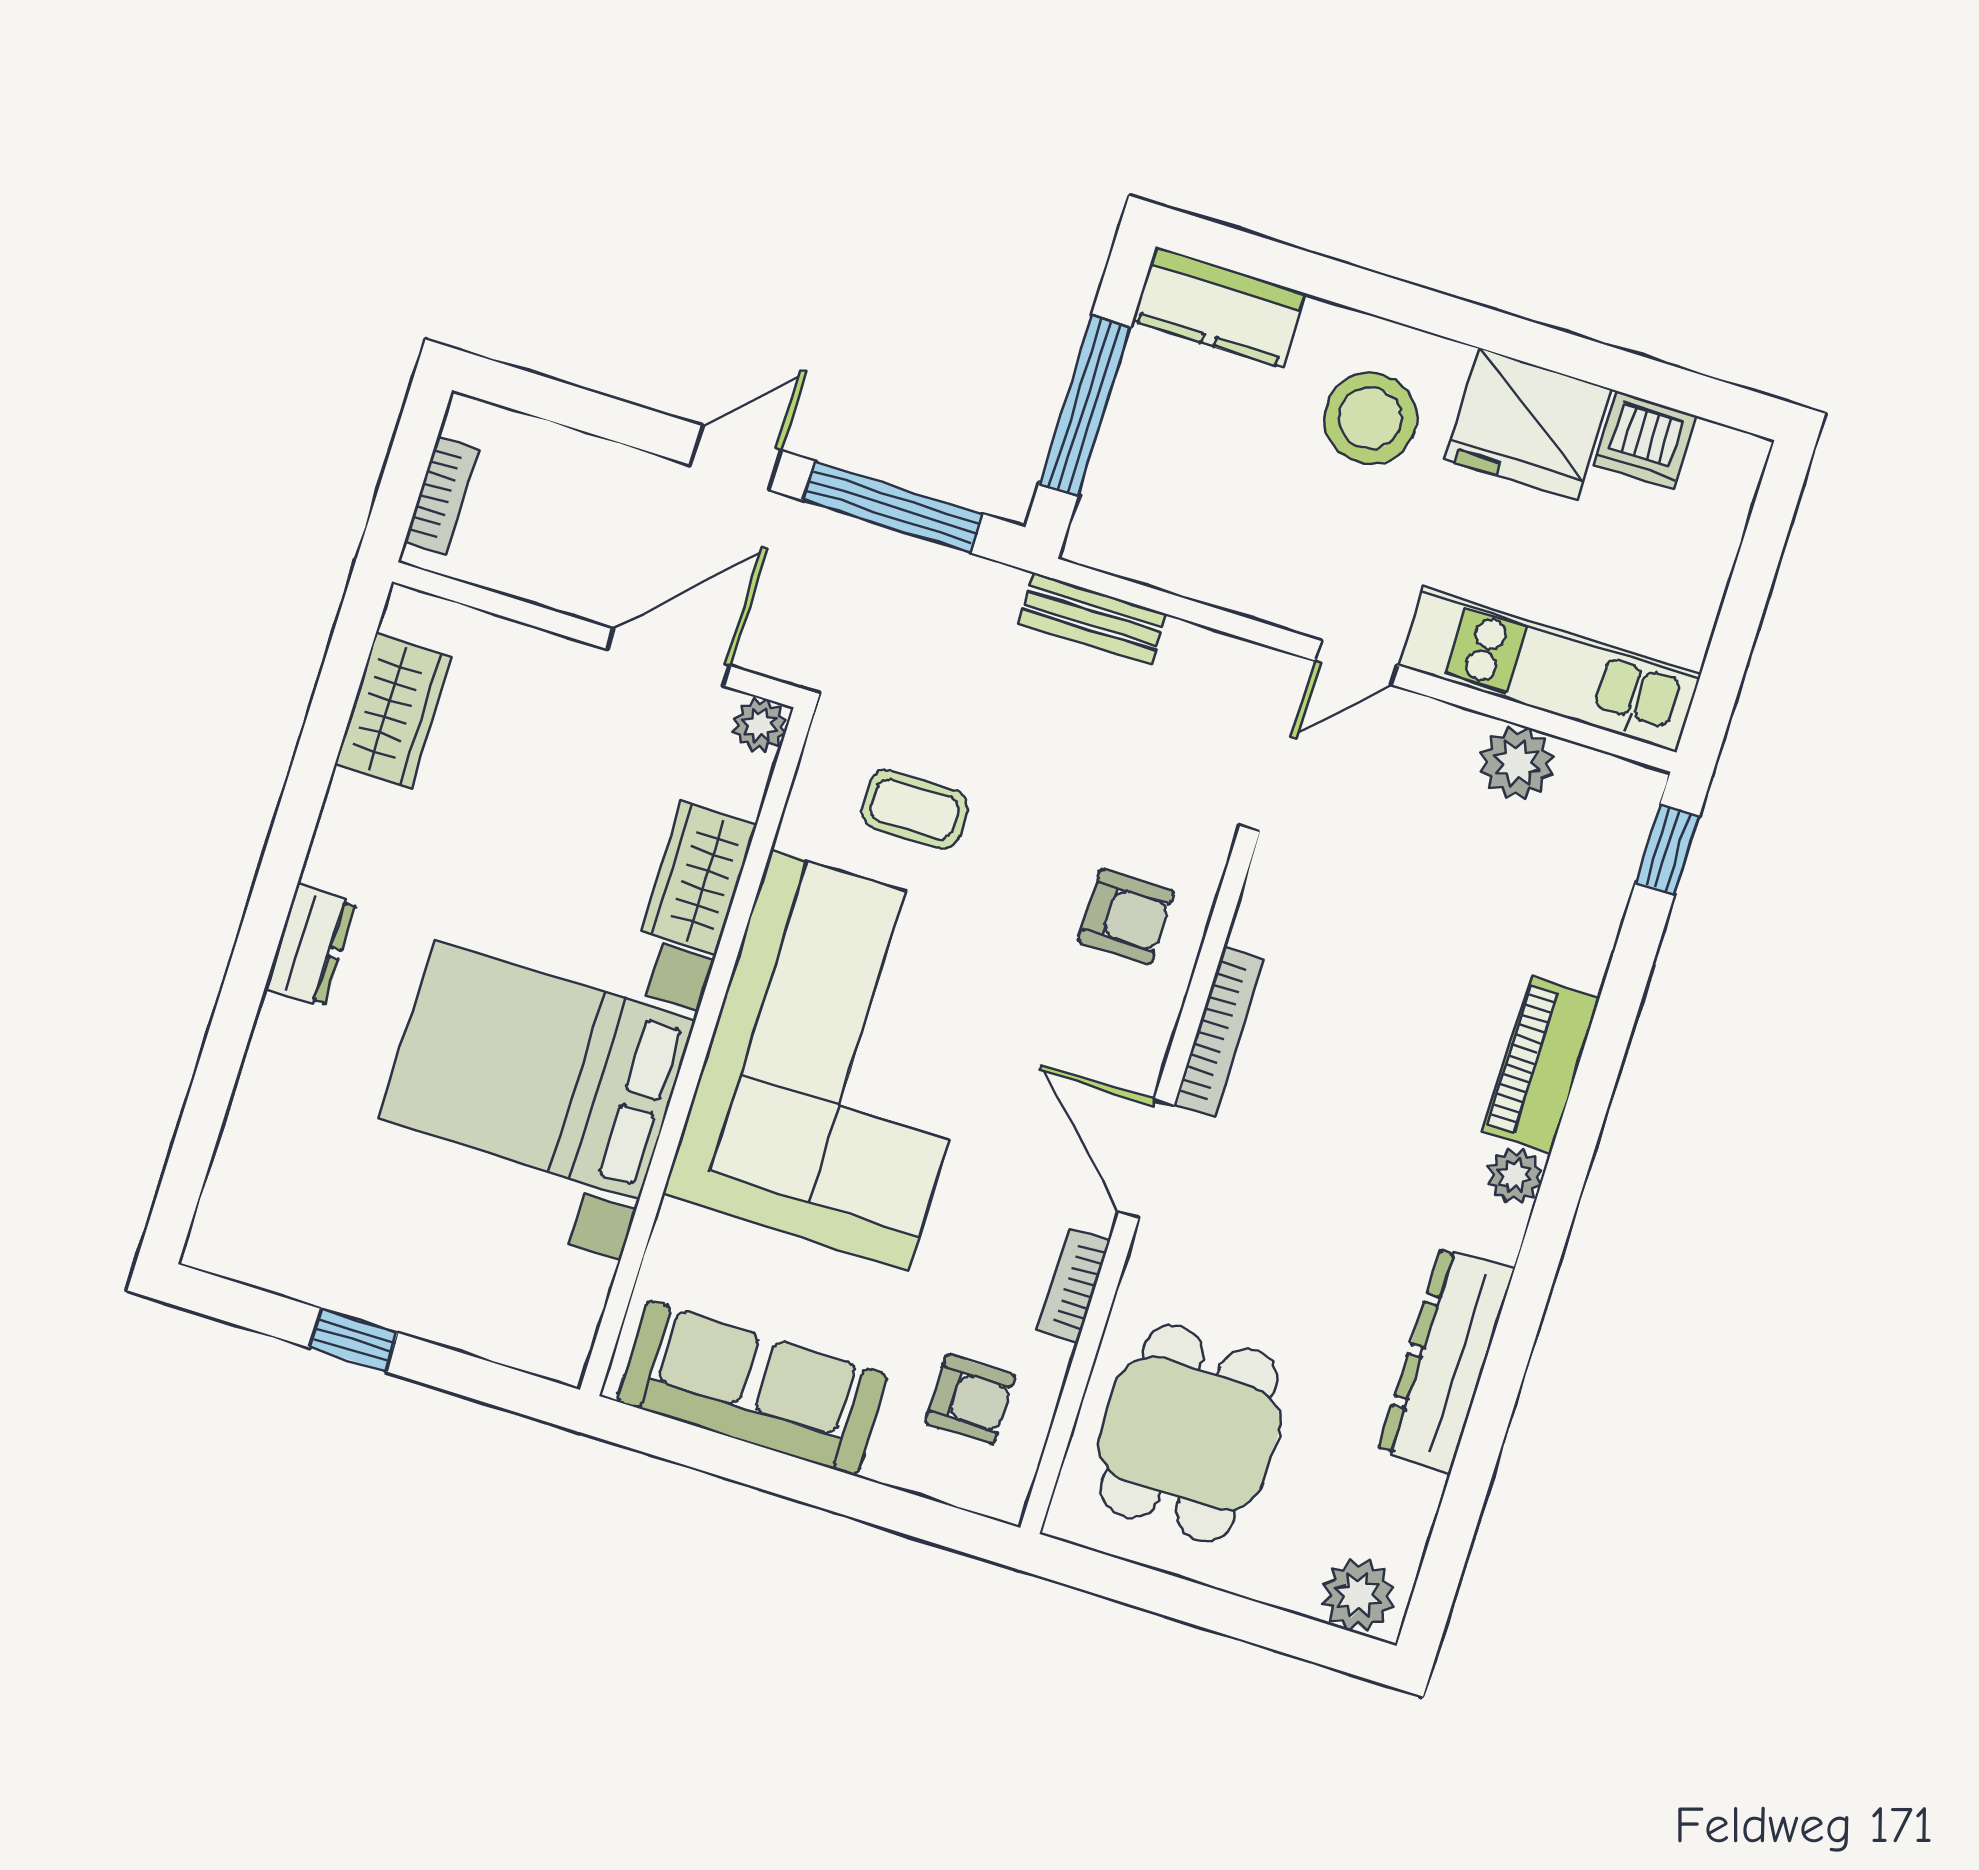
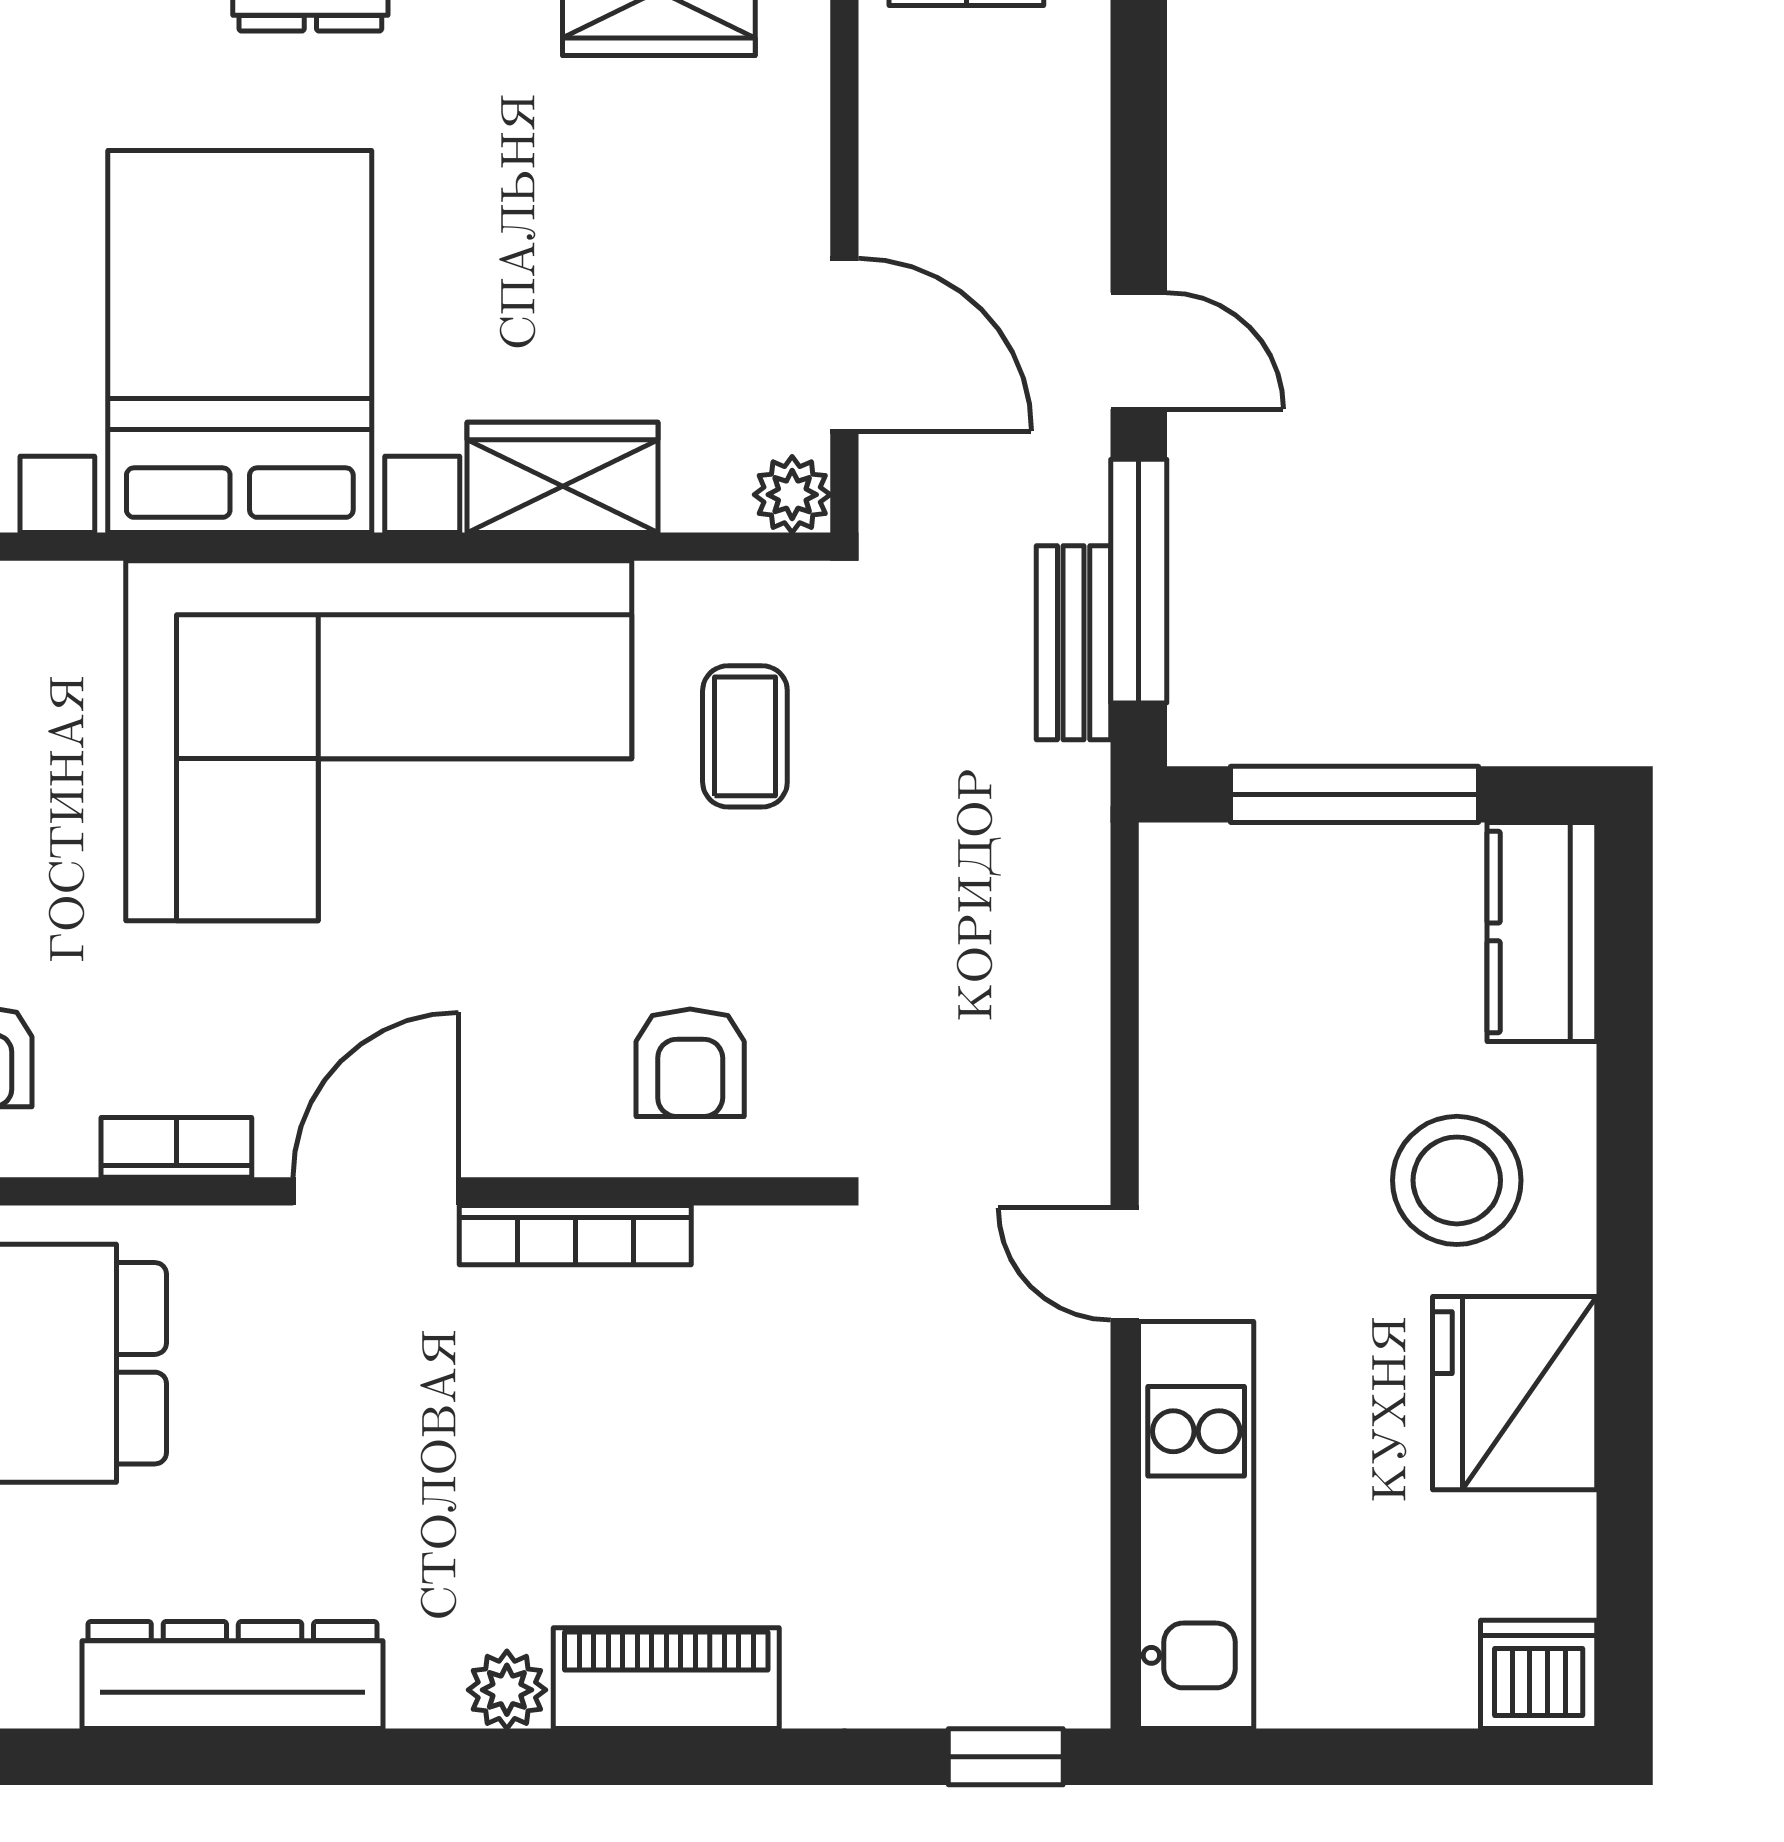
dishwasher: (1645, 440) -> (1539, 1674), moved, turned 90
bench: (1092, 618) -> (1074, 643), moved
plant: (1517, 763) -> (1058, 1520), removed

